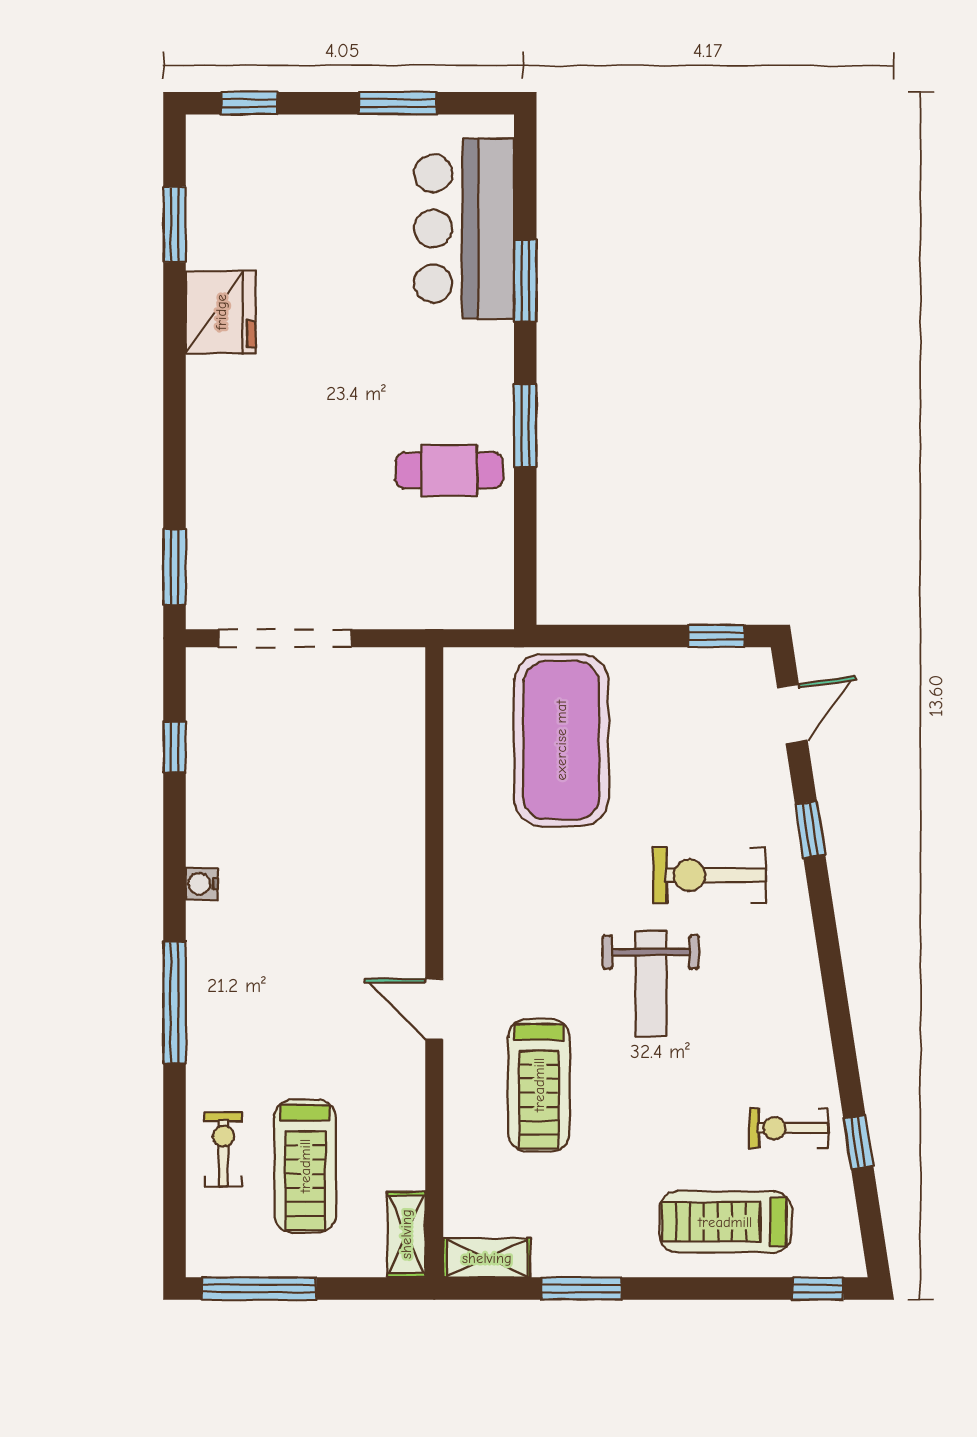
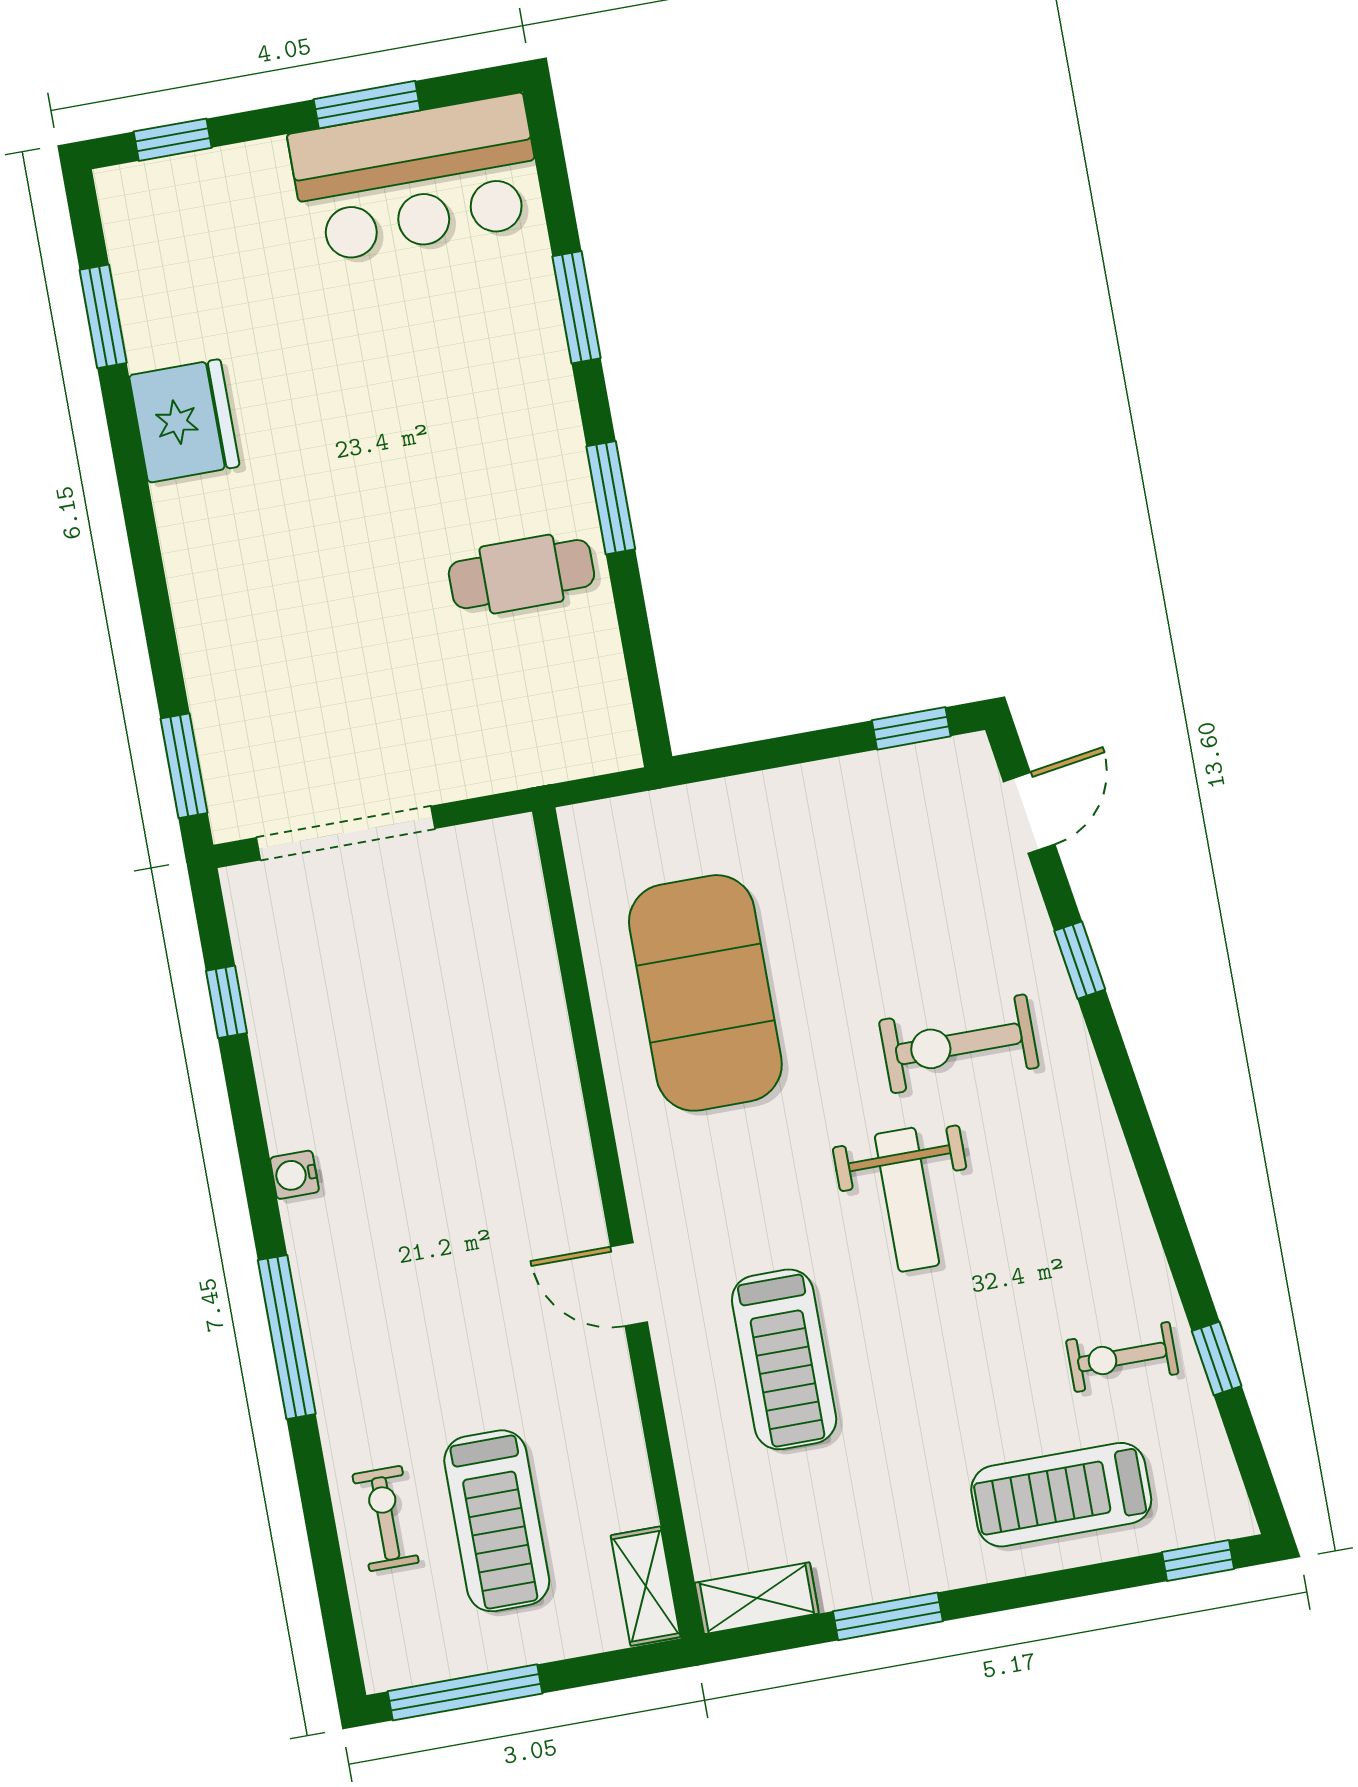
bar counter: (464, 229) -> (416, 179), moved, turned -90
exercise mat: (561, 740) -> (705, 993), moved

